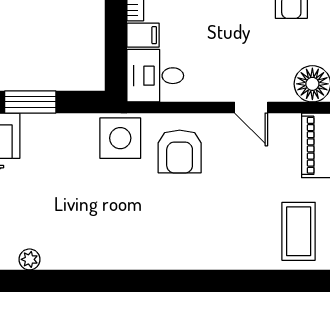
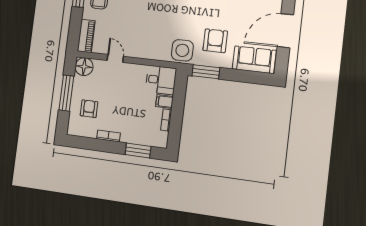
window: (30, 102) -> (206, 72), moved
armchair: (180, 152) -> (215, 41), moved

